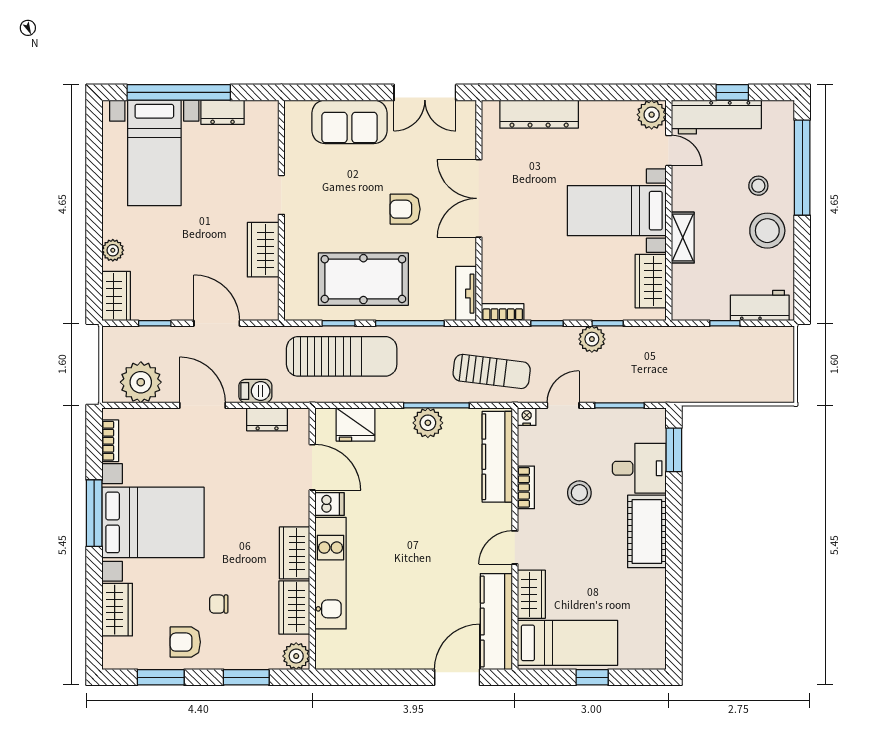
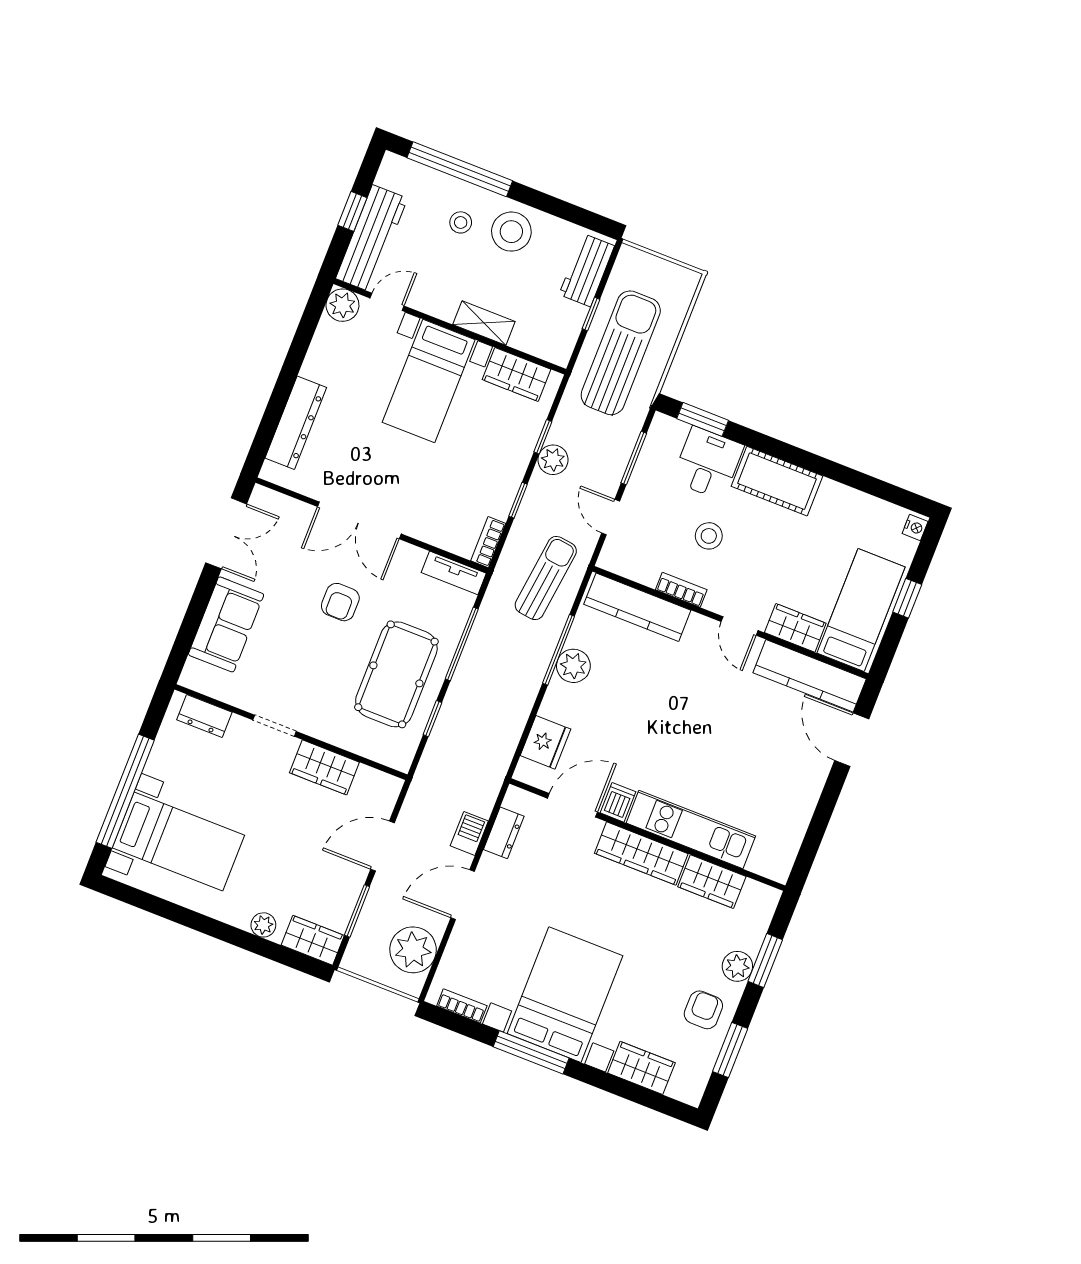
dresser: (223, 112) -> (204, 716), moved, turned 90
window: (155, 323) -> (357, 911), width x1.50
sun lounger: (342, 356) -> (621, 353), moved
nightstand: (527, 417) -> (915, 527), moved, turned 180
wardrobe: (295, 553) -> (641, 854), width x1.50
chair: (219, 604) -> (677, 959), removed
armchair: (185, 642) -> (703, 1010), turned 180
plant: (296, 656) -> (737, 966), moved

